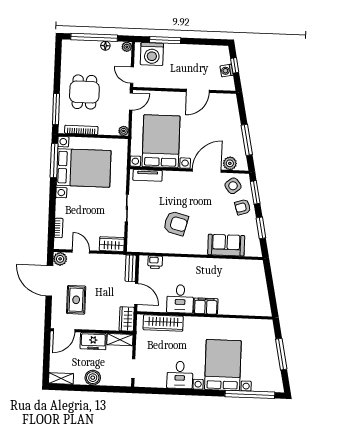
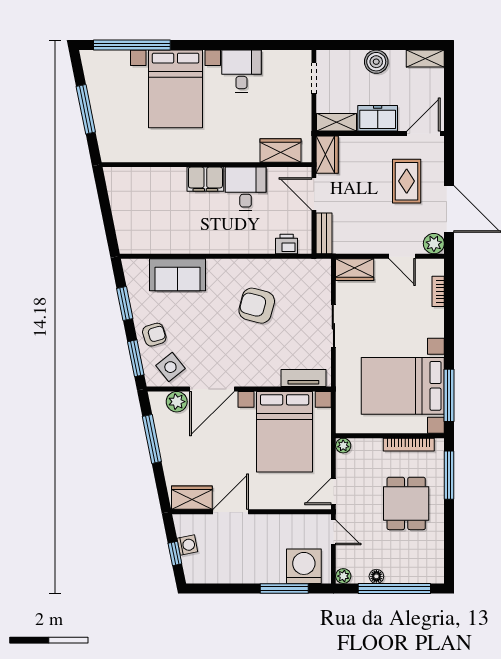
wardrobe: (222, 101) -> (192, 498), added
wardrobe: (163, 323) -> (281, 150), width x0.67

